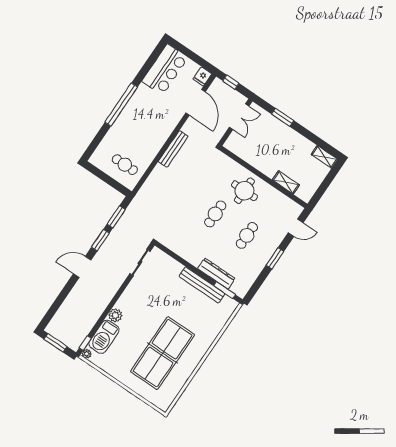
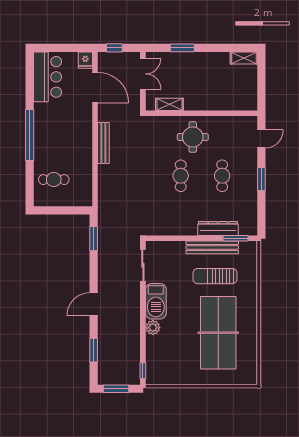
cafe table: (125, 165) -> (54, 180), moved
shelving: (286, 182) -> (169, 104), moved
window: (100, 240) -> (94, 350), moved
sun lounger: (189, 308) -> (215, 276), added
barbecue: (104, 337) -> (156, 301), moved
plant: (87, 354) -> (151, 380), removed

